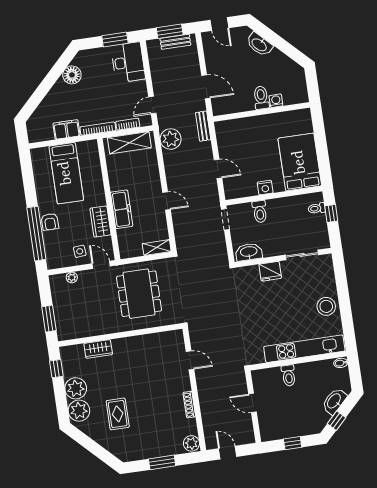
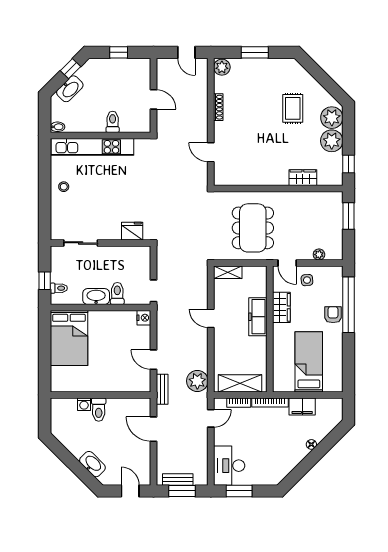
floor lamp: (72, 75) -> (311, 444), moved, width x0.53, depth x0.53
door: (218, 169) -> (154, 360), moved
nightstand: (265, 188) -> (144, 318), moved, turned 90
washbasin: (249, 252) -> (96, 297), moved, turned 180
fridge: (270, 271) -> (132, 231), moved
stool: (326, 306) -> (64, 187), width x0.53, depth x0.53

